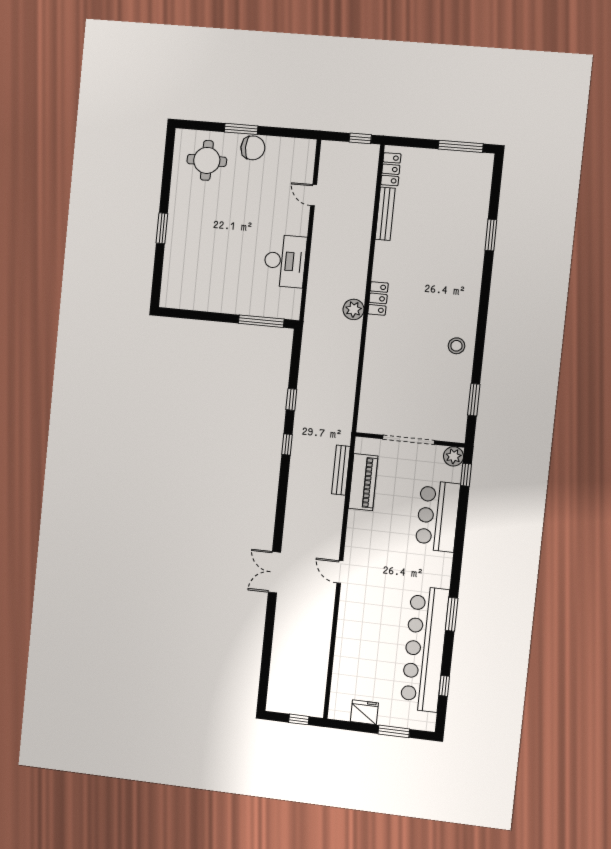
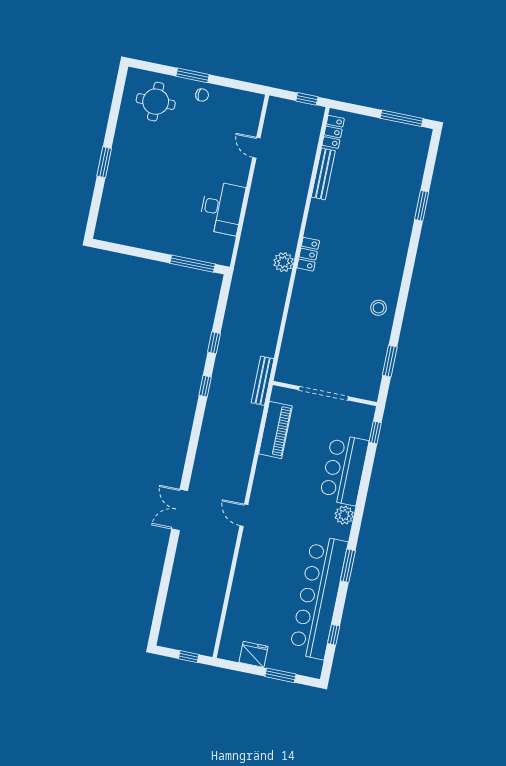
chair: (253, 148) -> (202, 95), width x0.54, depth x0.54
plant: (454, 456) -> (344, 515), moved
bench: (341, 470) -> (263, 381), moved

